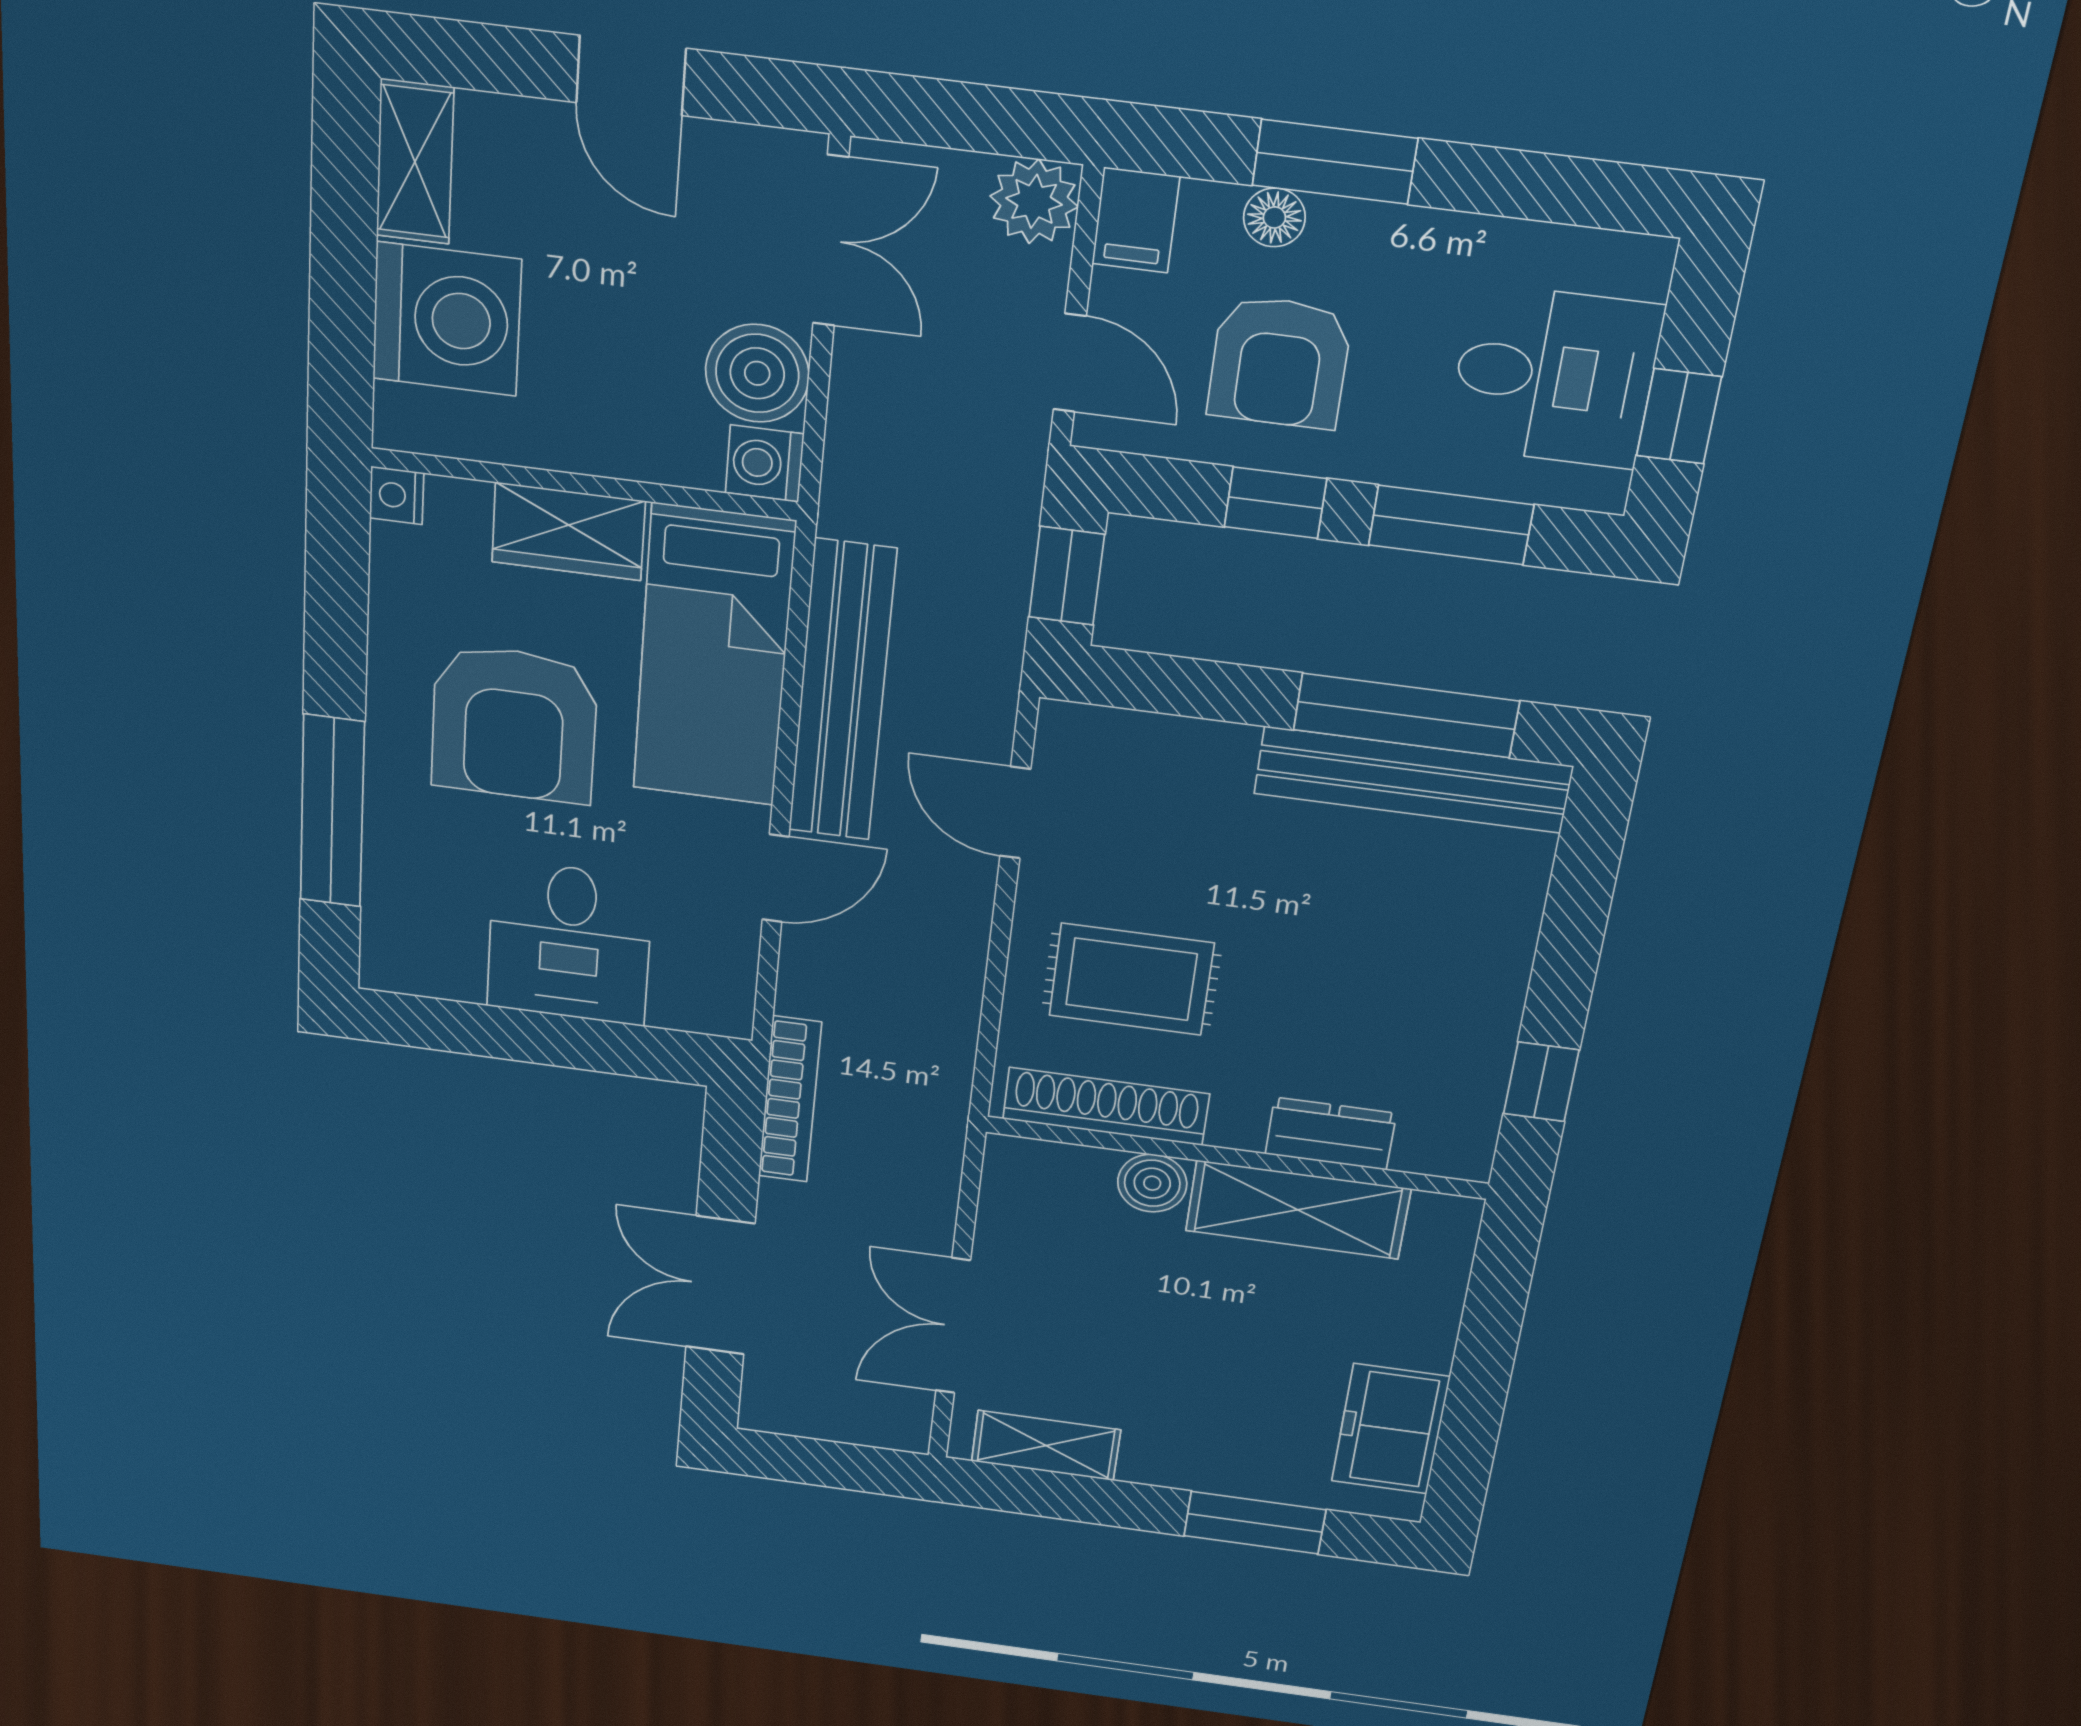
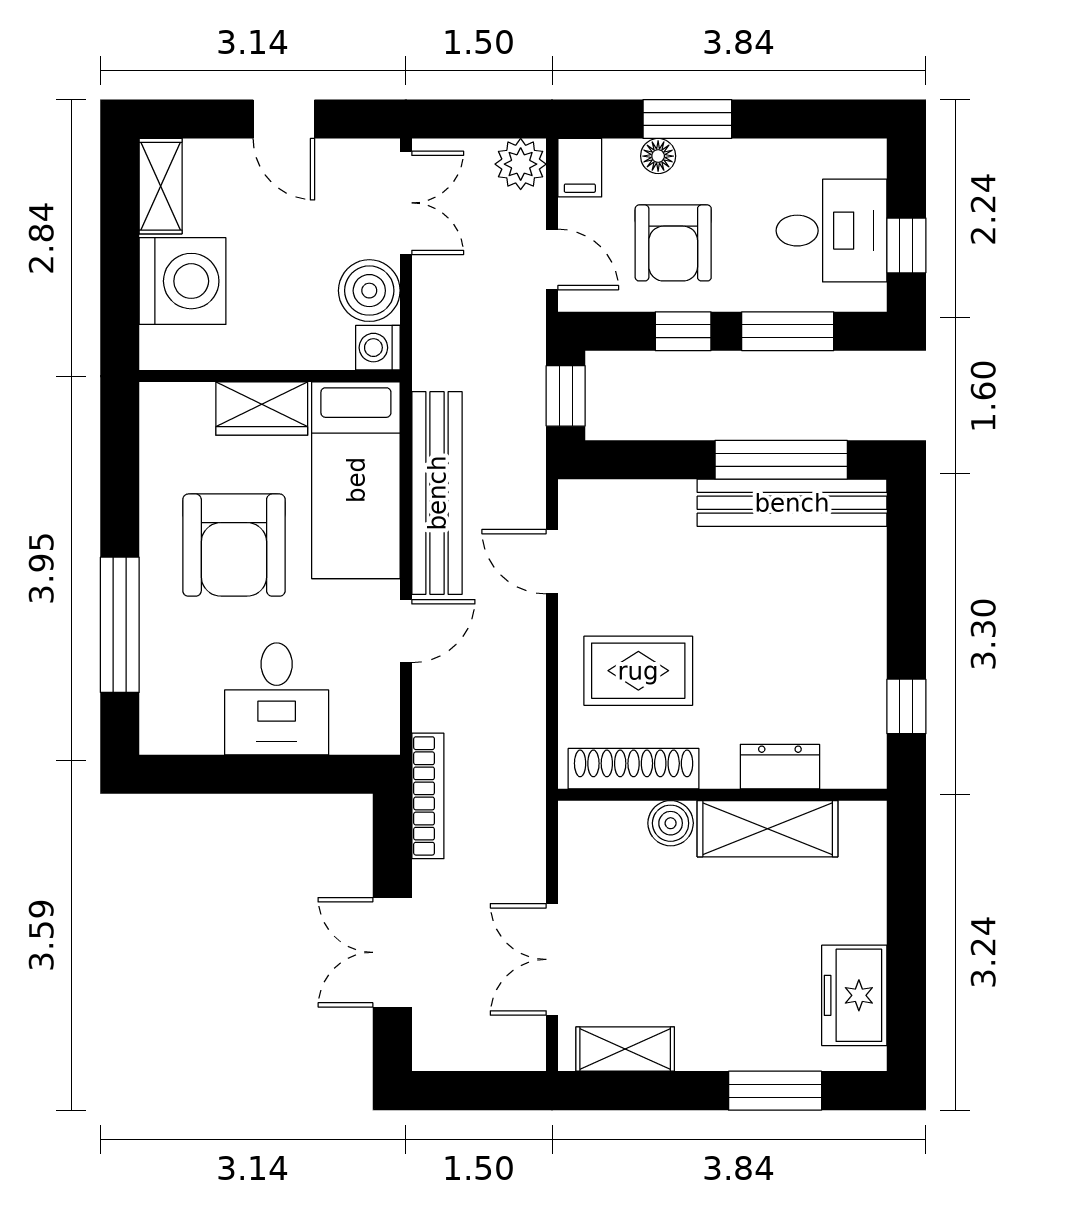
nightstand: (397, 495) -> (156, 399), removed

